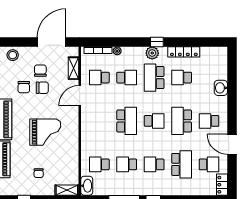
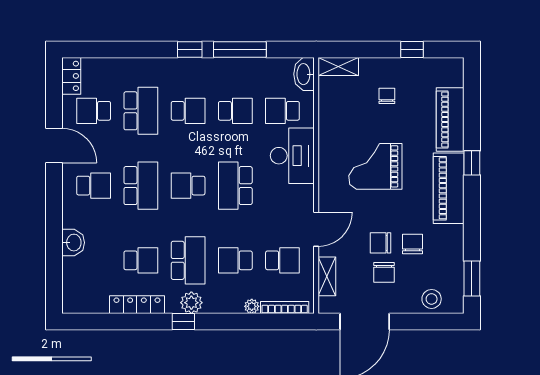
desk: (94, 138) -> (292, 156), added
school desk: (99, 164) -> (282, 111), turned 180
school desk: (182, 164) -> (141, 111), turned 180

